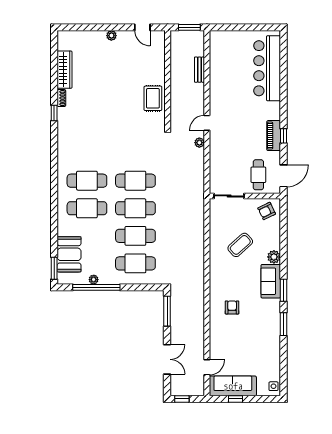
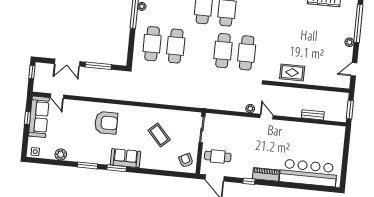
window: (89, 27) -> (358, 23), added
piano: (274, 136) -> (266, 174), moved
cafe table: (135, 208) -> (247, 53), moved
plant: (274, 257) -> (61, 154), moved
armchair: (232, 307) -> (106, 123), width x1.88, depth x1.88
window: (167, 311) -> (98, 66), moved

